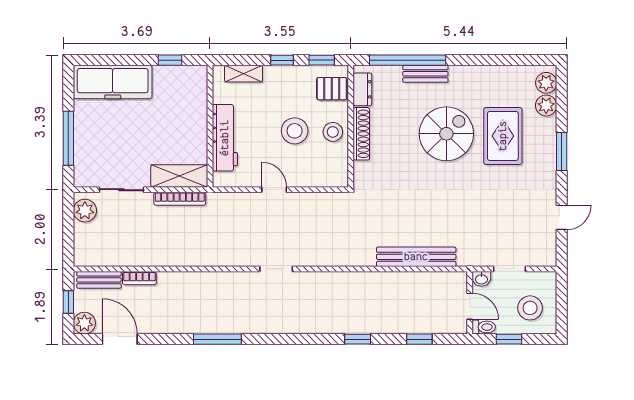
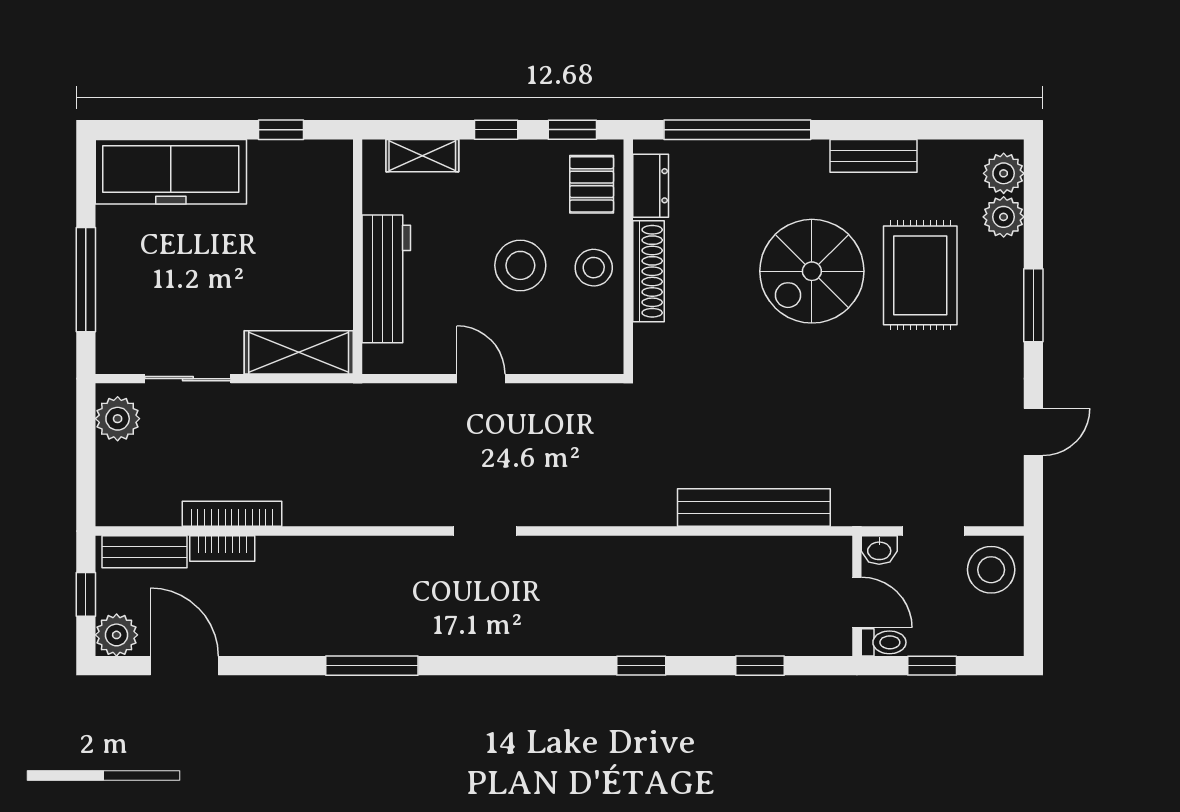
bench: (425, 74) -> (873, 156), moved
pallet: (332, 89) -> (592, 184), turned 90
spiral stairs: (446, 134) -> (812, 271), turned 180
bookcase: (180, 199) -> (232, 514), moved, turned 180
stool: (530, 308) -> (991, 570), moved

